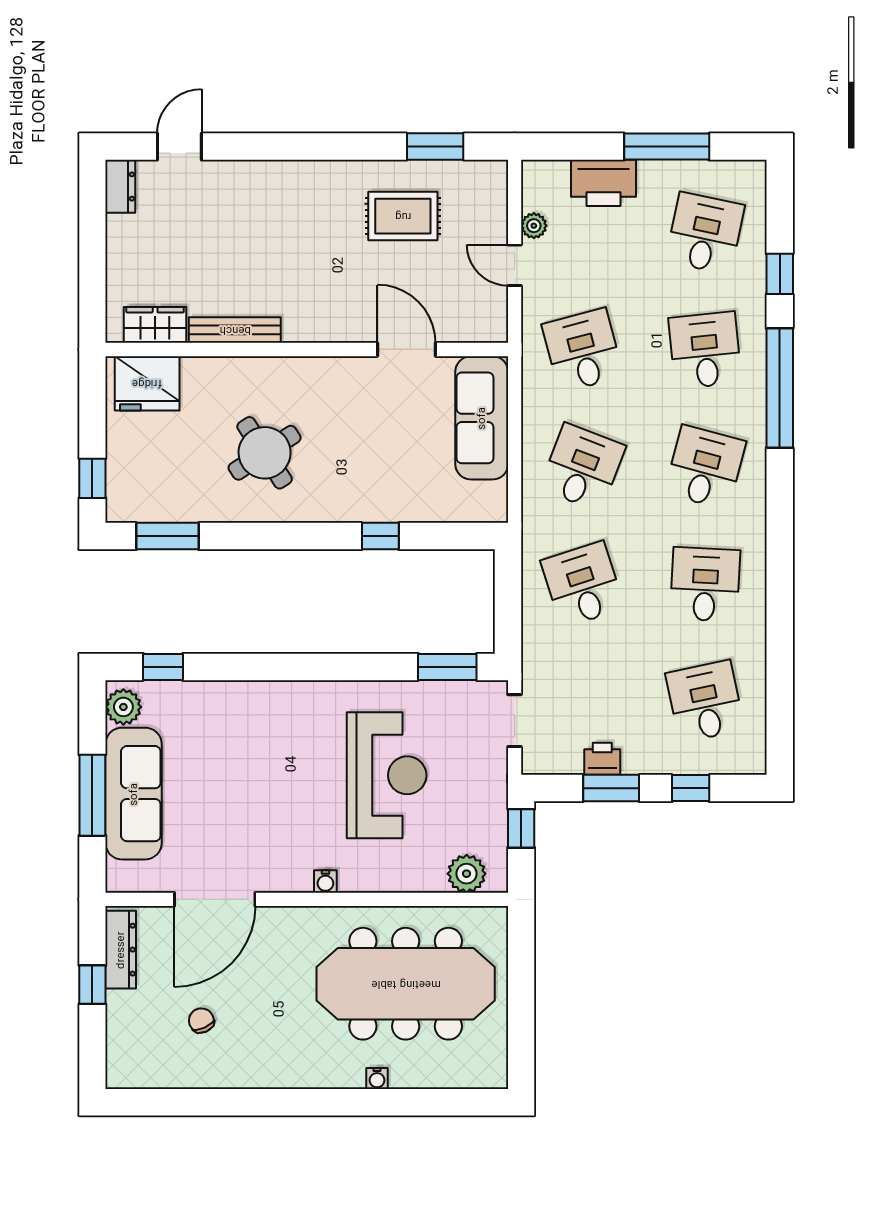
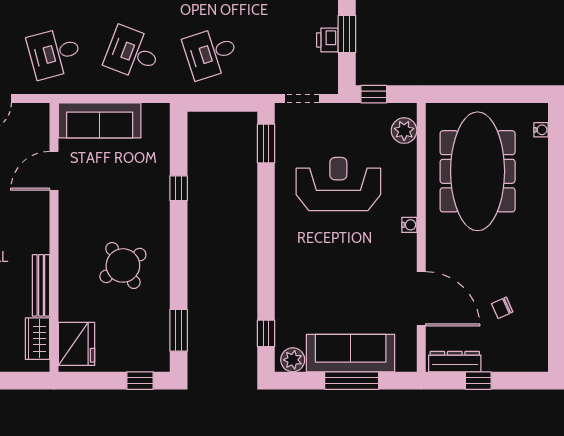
water cooler: (377, 1079) -> (541, 130), moved

